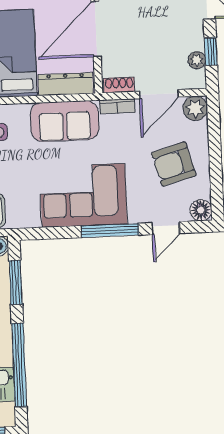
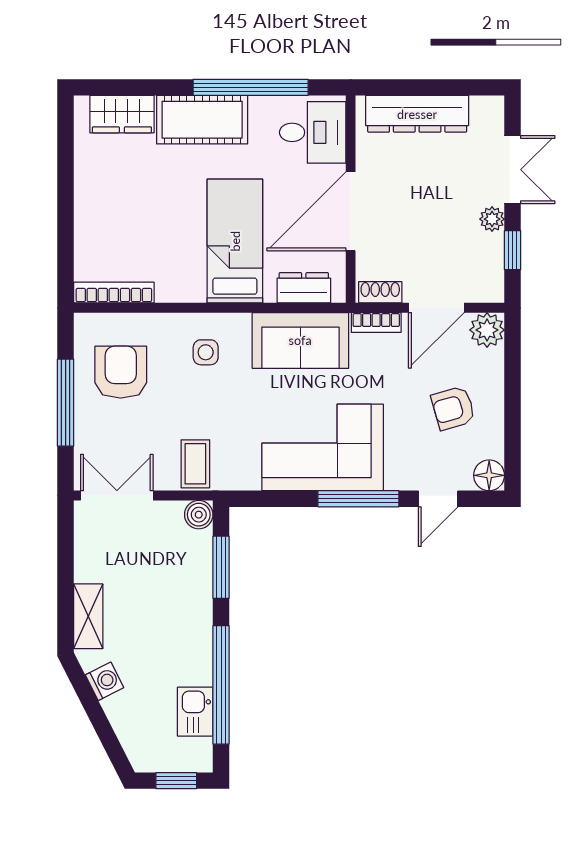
plant: (197, 60) -> (492, 219), moved
dresser: (65, 84) -> (304, 288), width x0.70
armchair: (174, 164) -> (453, 408), width x0.72, depth x0.72

